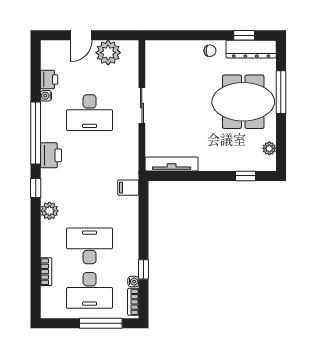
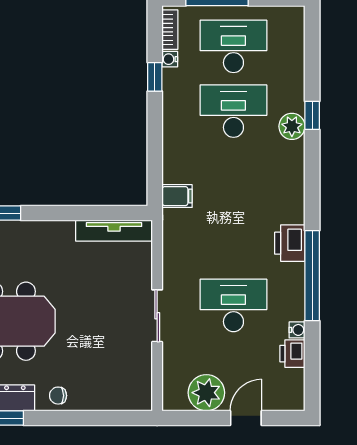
window: (36, 188) -> (312, 115), moved
plant: (49, 211) -> (292, 126), moved
desk: (90, 246) -> (233, 111), turned 180
bookcase: (46, 272) -> (297, 74), removed

